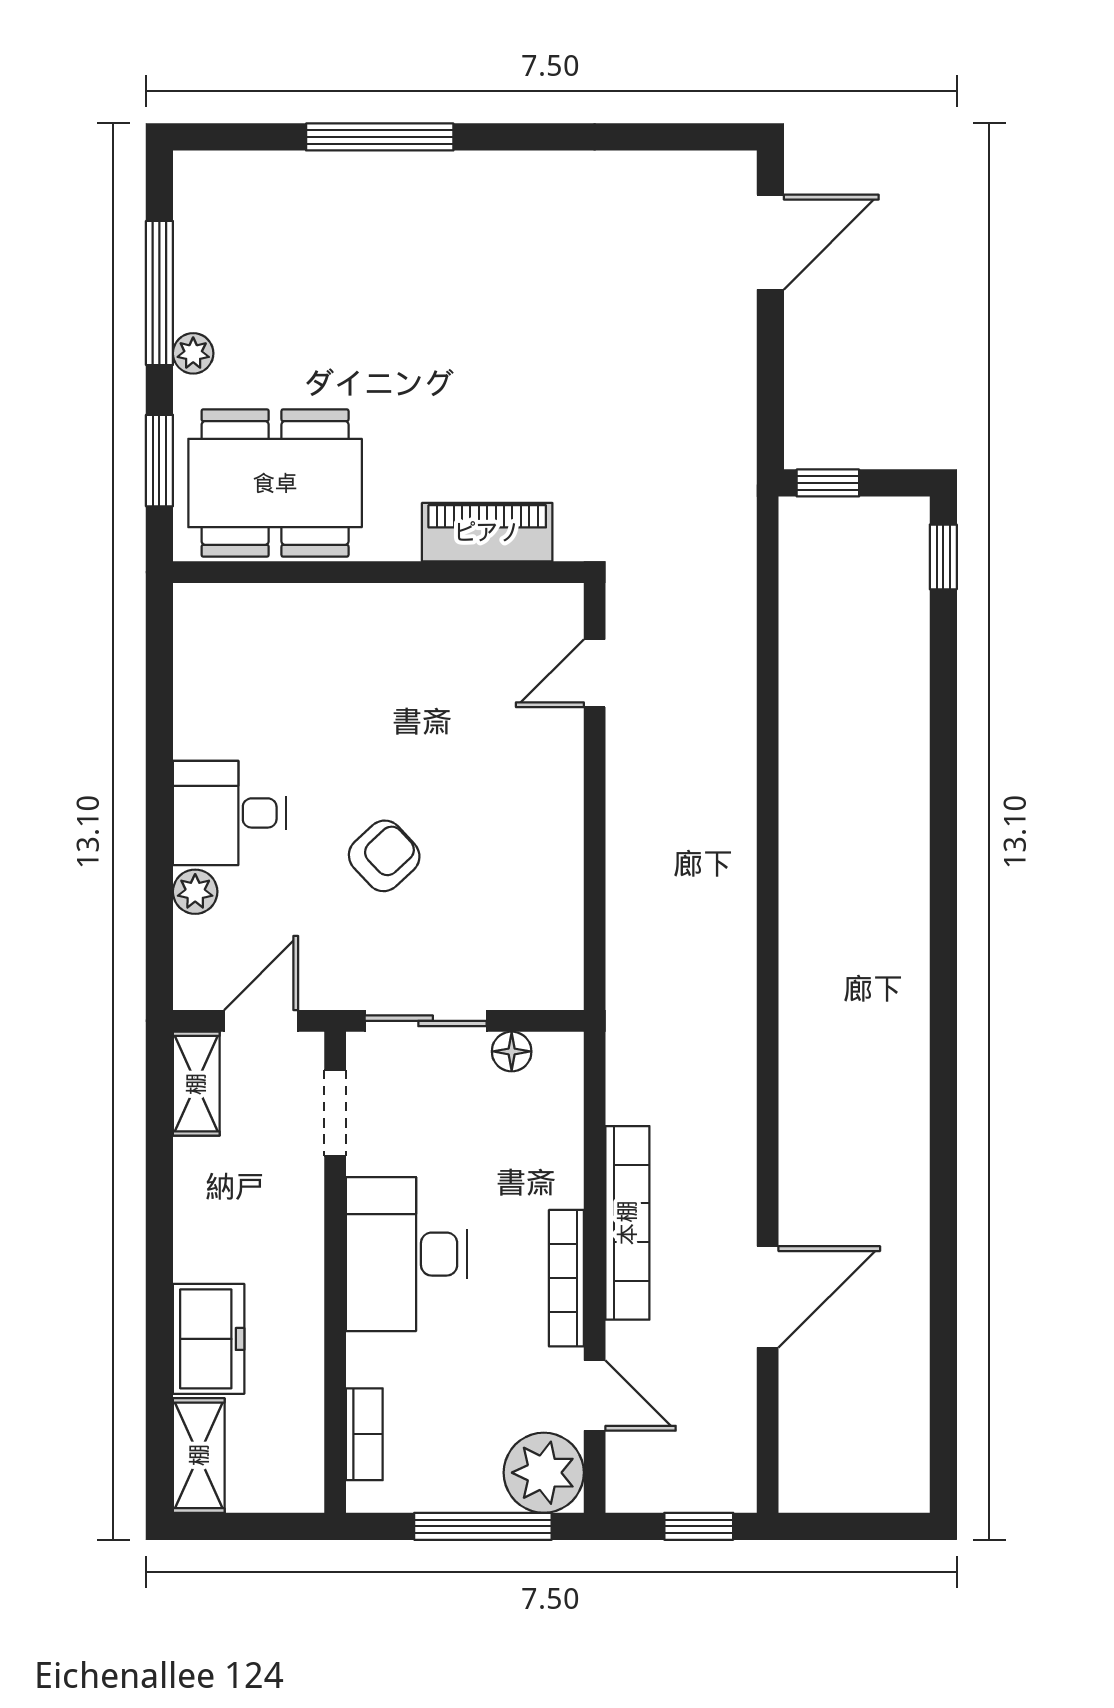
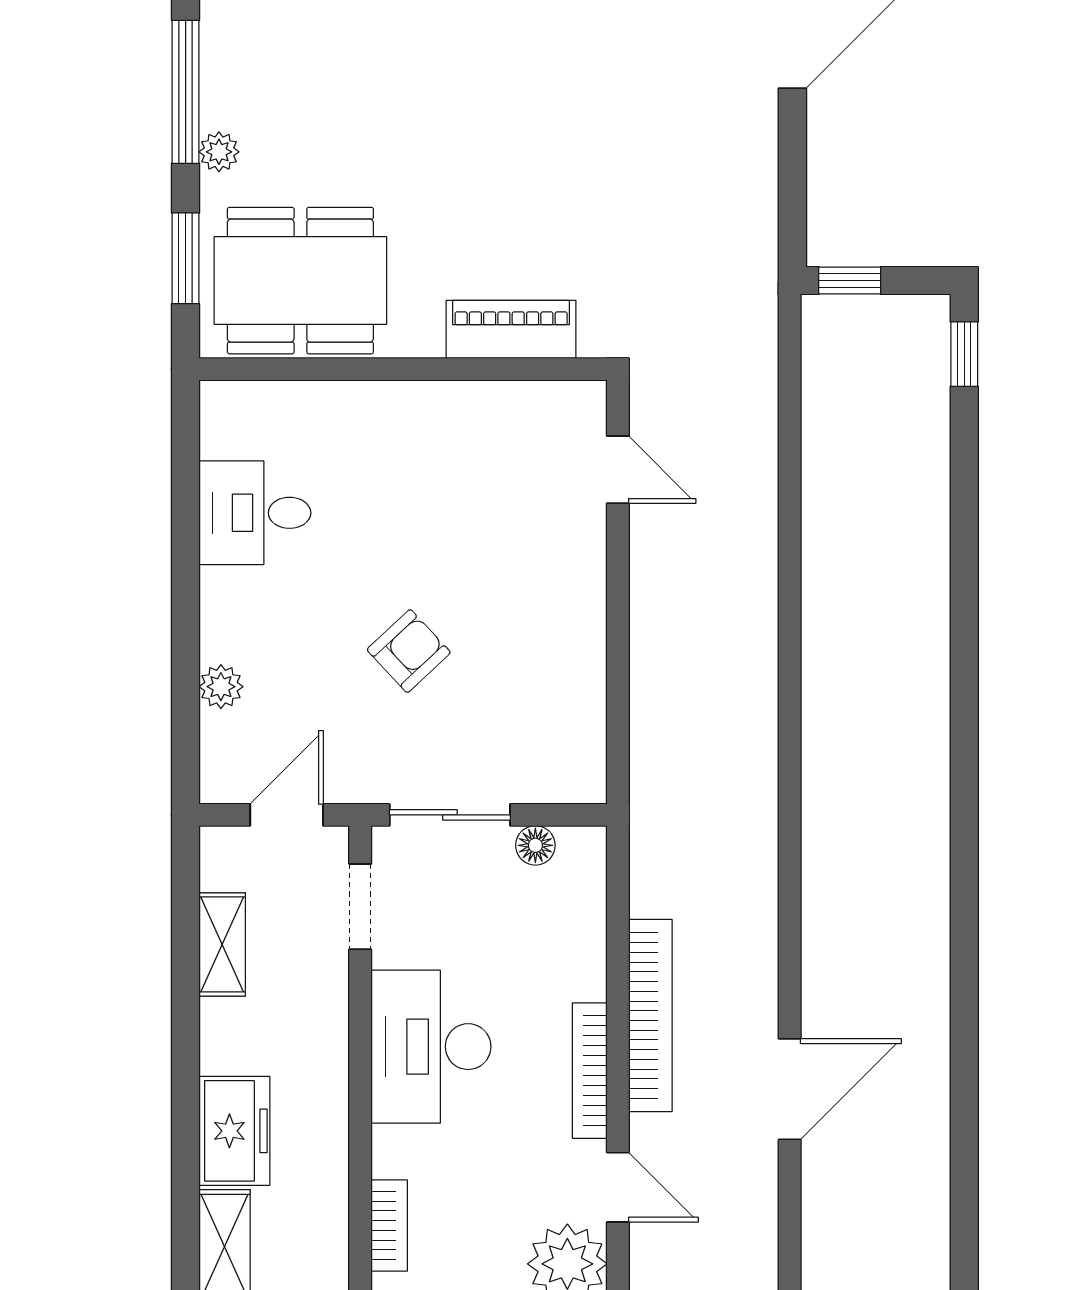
door: (595, 673) -> (618, 470), swing flipped
desk: (229, 813) -> (255, 513), moved
shelving: (196, 1084) -> (222, 944), moved

